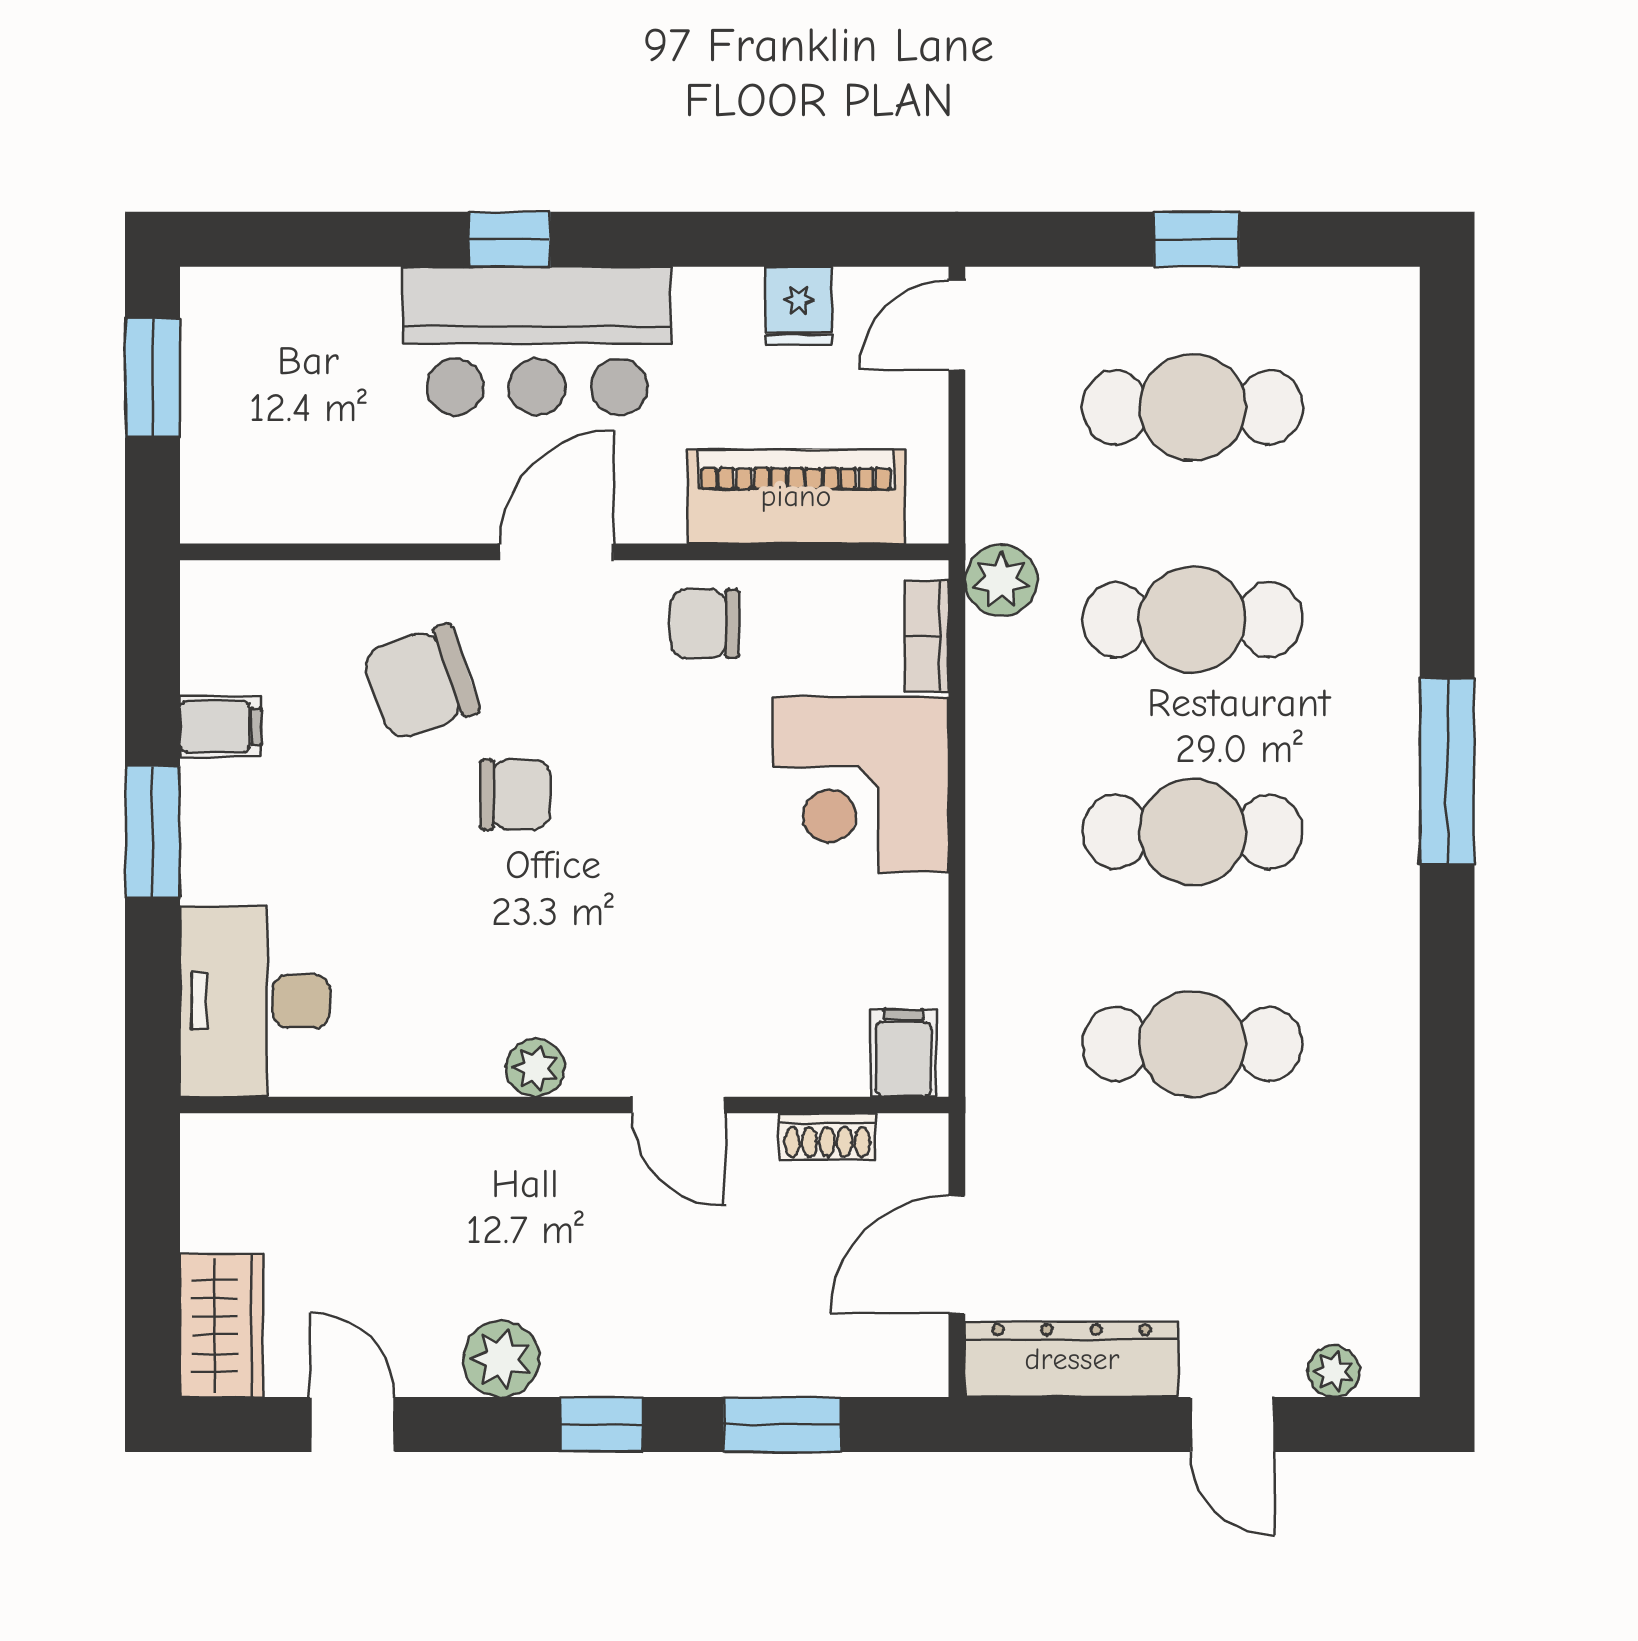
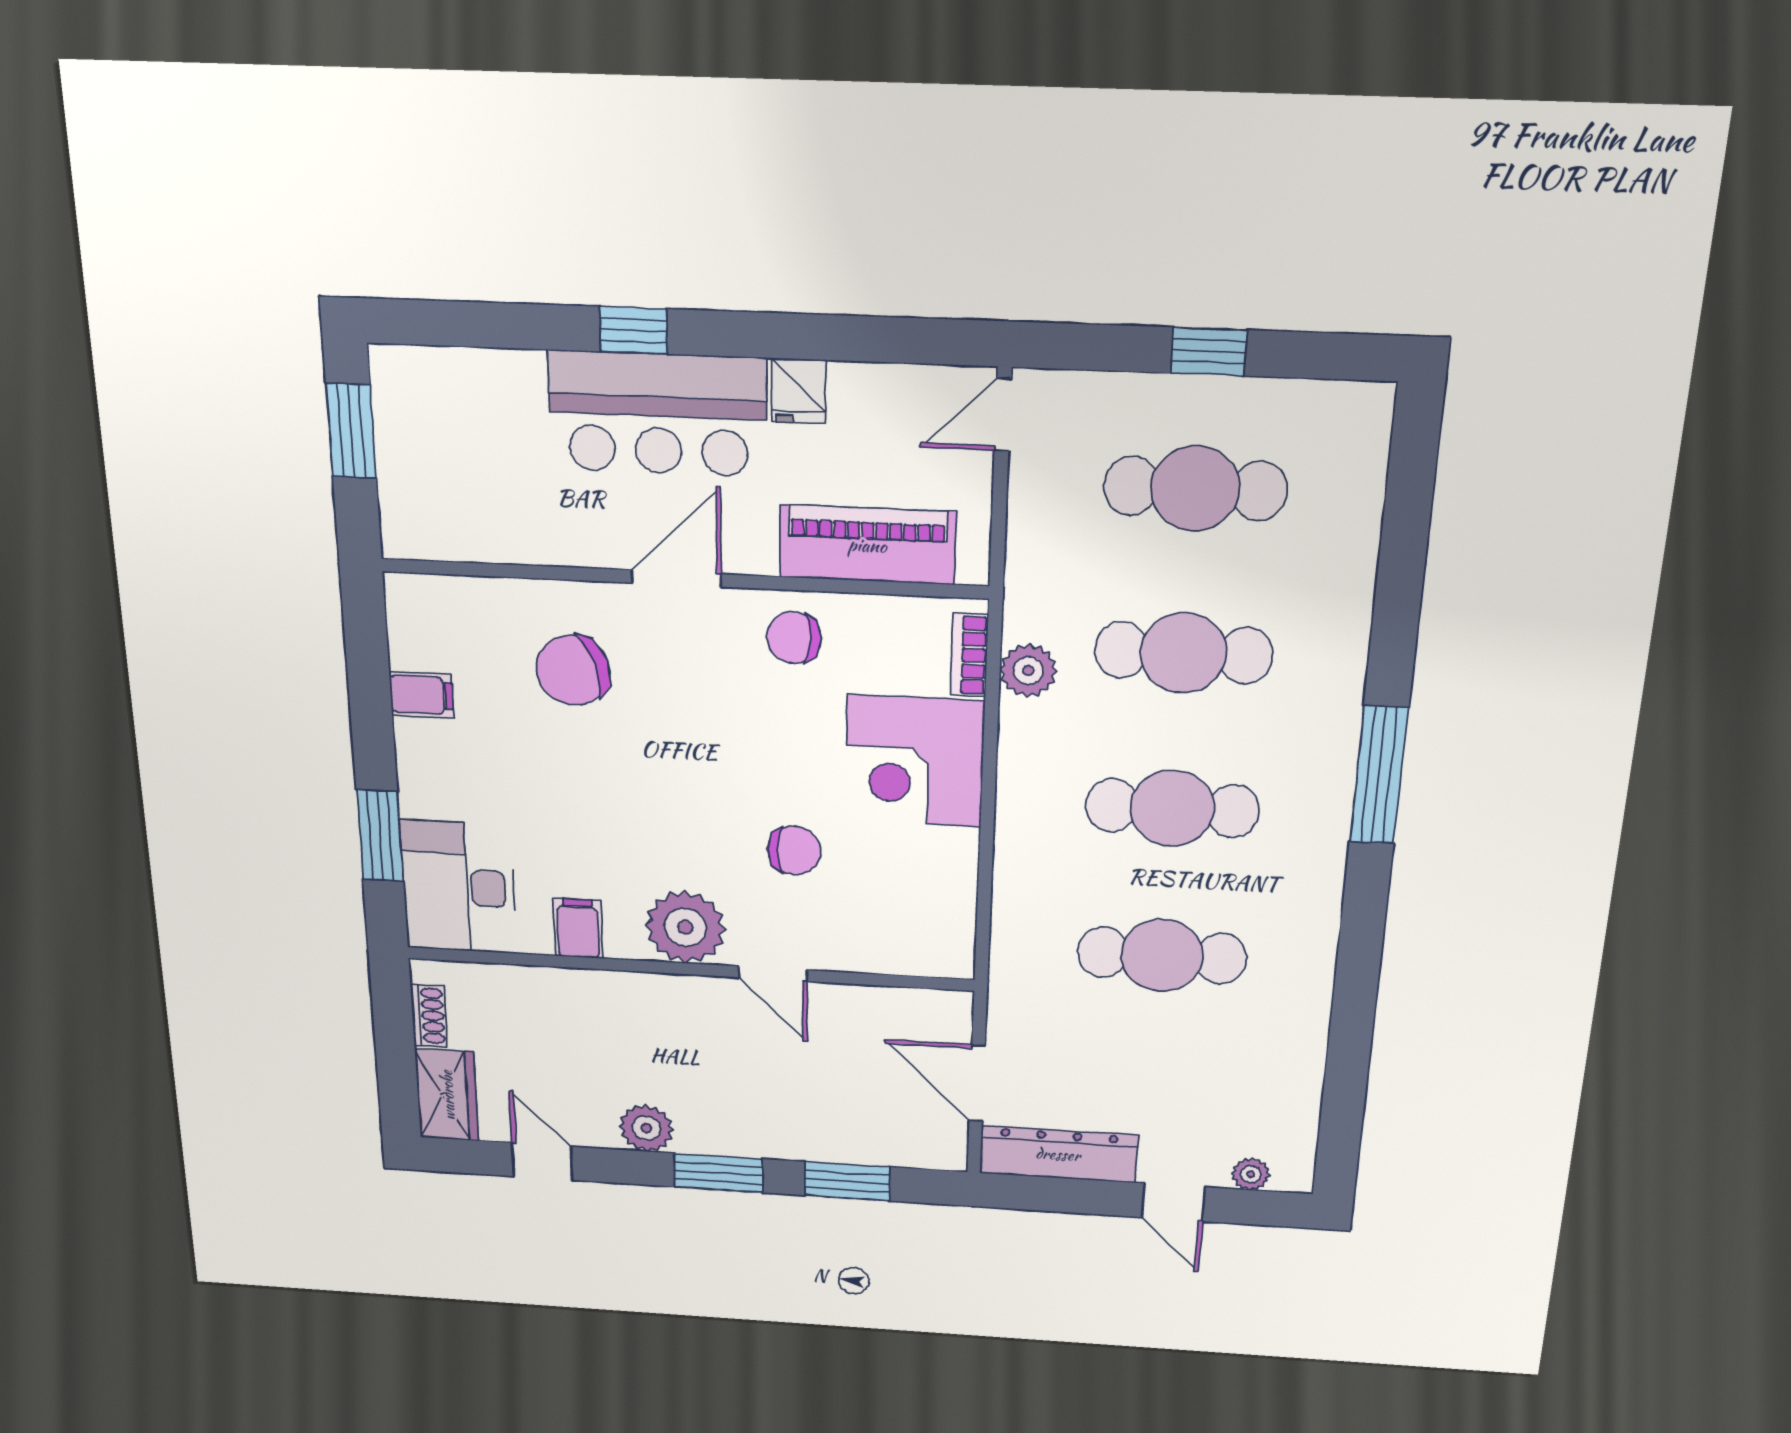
fridge: (799, 306) -> (798, 391), moved
plant: (1001, 580) -> (1028, 671), moved
chair: (515, 795) -> (794, 850), moved
window: (153, 832) -> (380, 836), moved
filing cabinet: (903, 1053) -> (578, 928), moved
plant: (535, 1068) -> (685, 927), width x1.88, depth x1.88
shoe rack: (827, 1136) -> (429, 1016), moved, turned -90
door: (957, 1255) -> (977, 1083), hinge flipped
window: (601, 1425) -> (718, 1173), width x1.50

